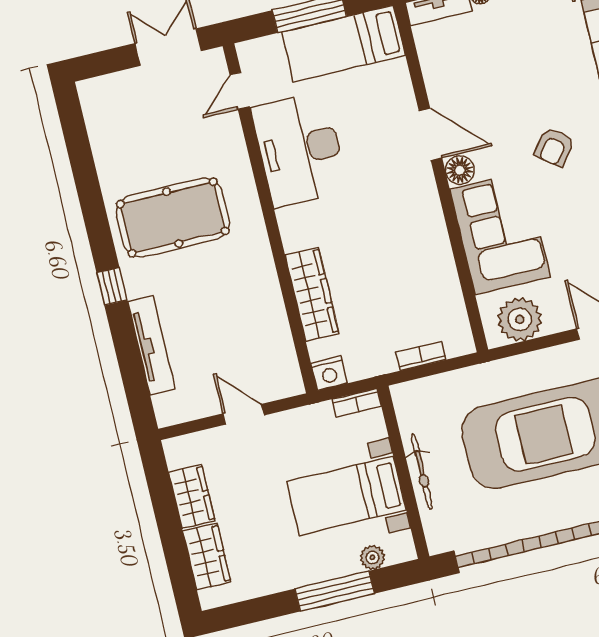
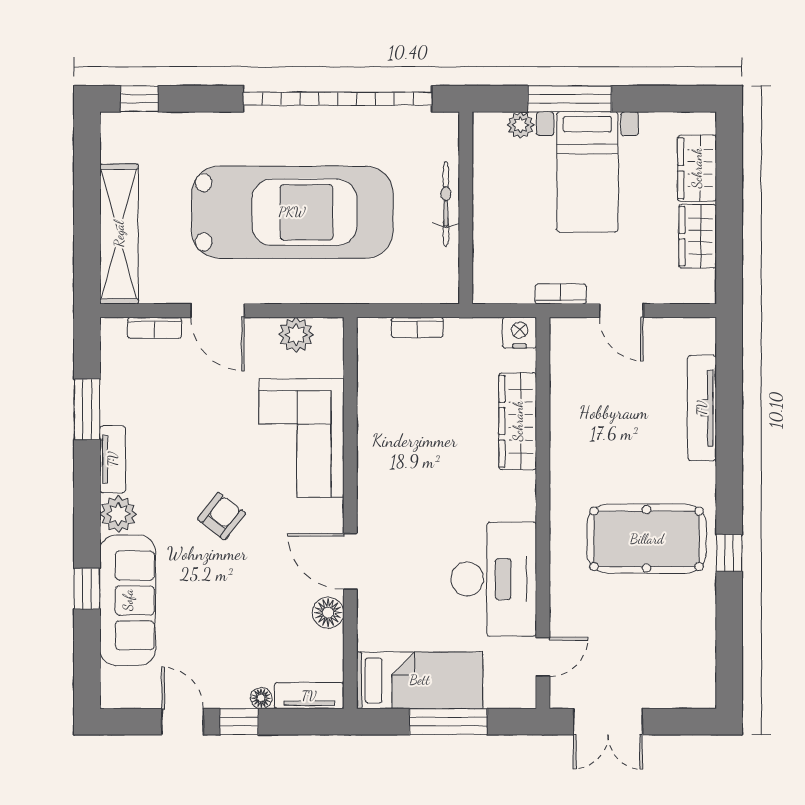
floor lamp: (460, 170) -> (328, 613), moved
window: (112, 286) -> (729, 553), moved
plant: (520, 319) -> (296, 335), width x0.73, depth x0.73
bookcase: (357, 403) -> (561, 294), moved
bed with nightstands: (346, 496) -> (587, 172), moved, turned 90

